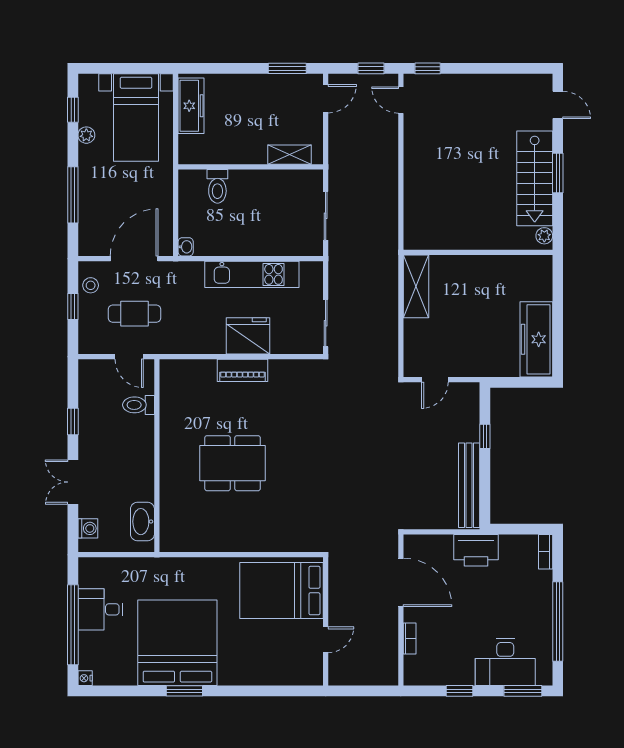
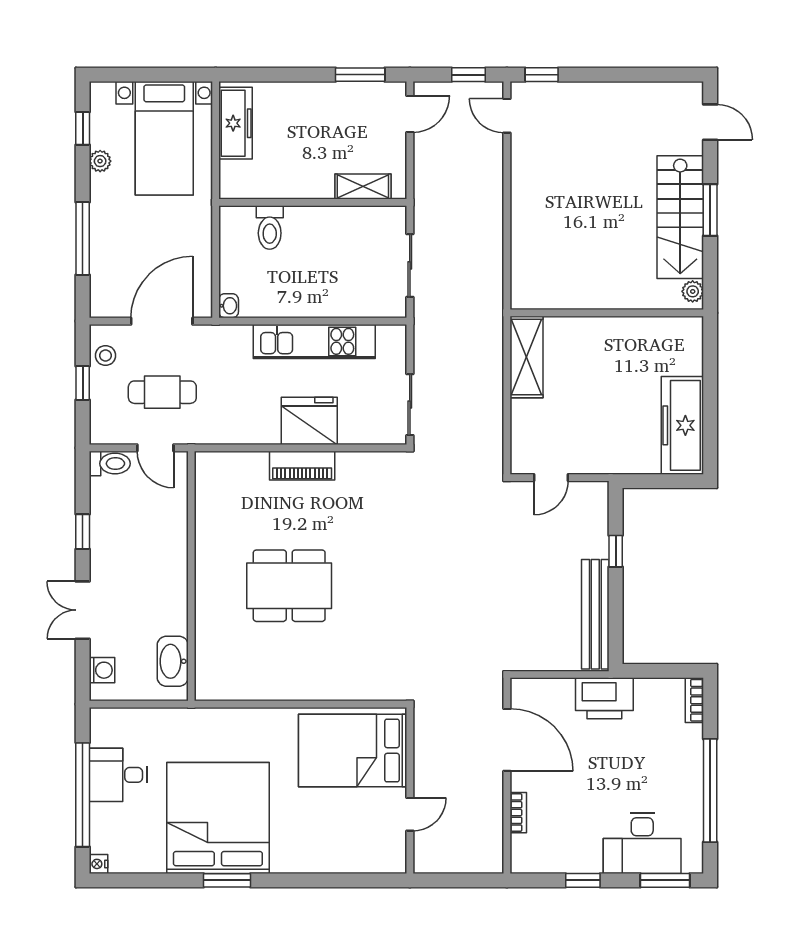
toilet: (139, 405) -> (110, 464), moved, turned 180

